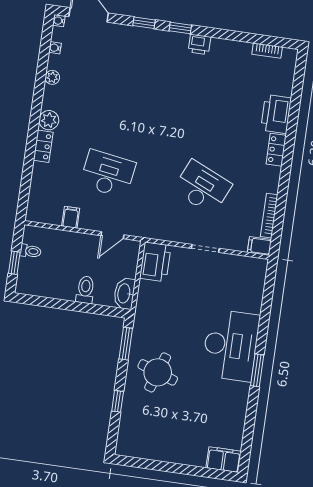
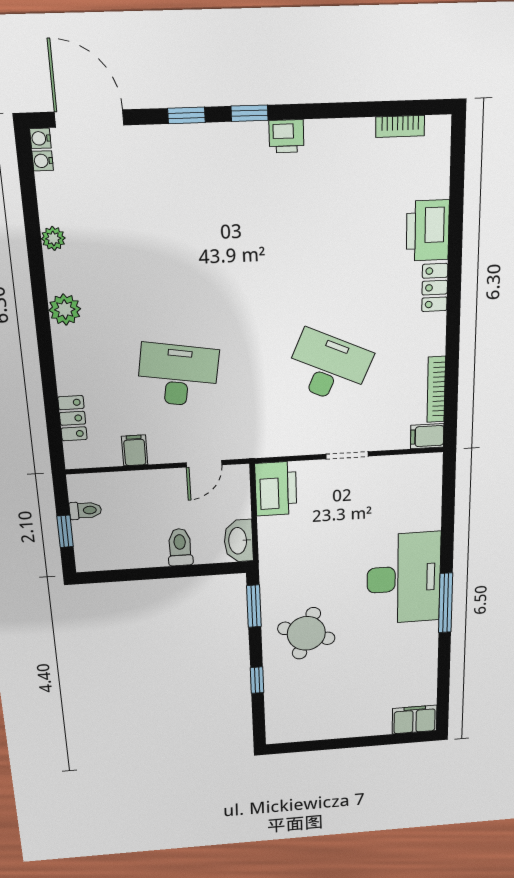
water cooler: (55, 48) -> (43, 161), moved
locker: (43, 146) -> (73, 418), moved
window: (257, 370) -> (446, 603), width x1.44

